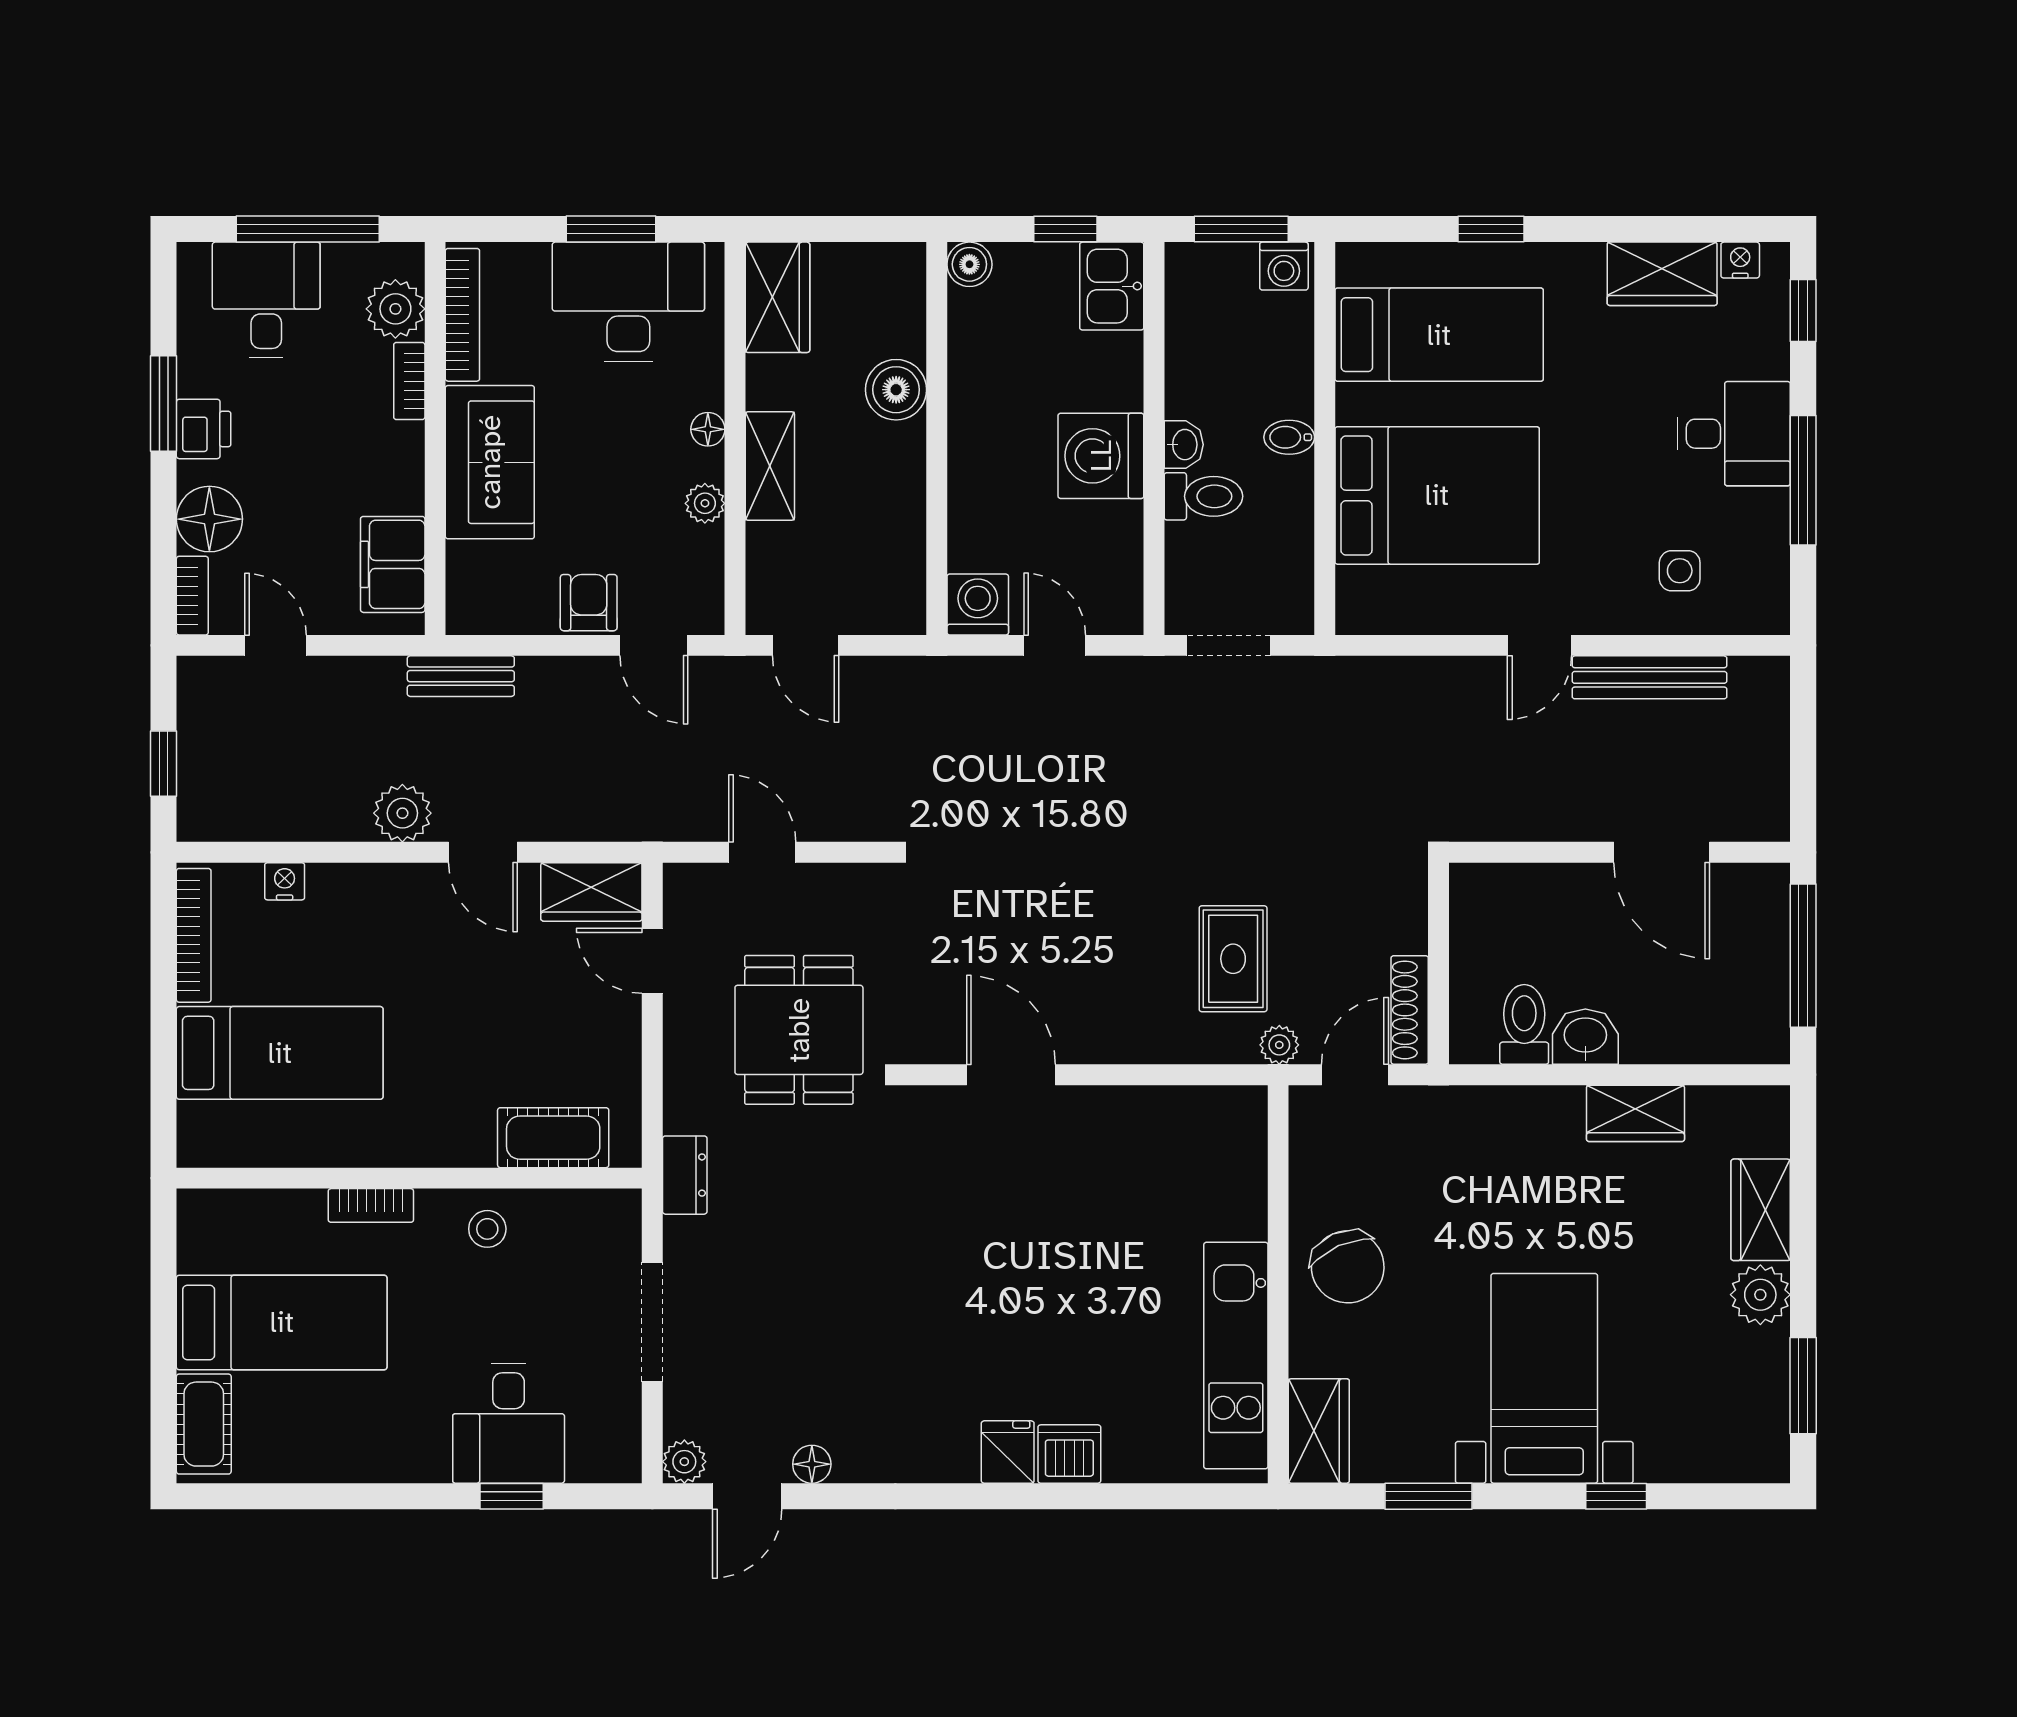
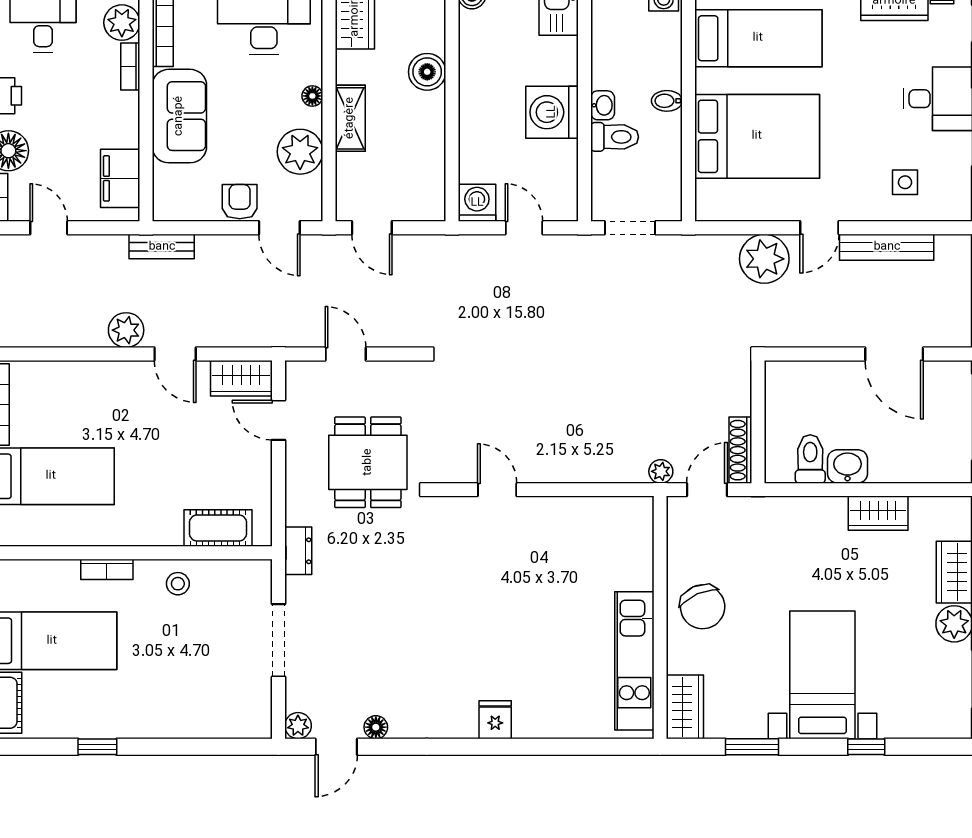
plant: (705, 503) -> (300, 152), width x1.87, depth x1.87
plant: (1449, 696) -> (764, 259), added
nightstand: (285, 881) -> (54, 372), removed
rug: (1233, 959) -> (633, 419), removed
door: (1011, 1075) -> (497, 490), width x0.73
desk: (509, 1423) -> (191, 702), removed
dishwasher: (1069, 1454) -> (533, 721), removed
window: (512, 1496) -> (97, 747), moved

